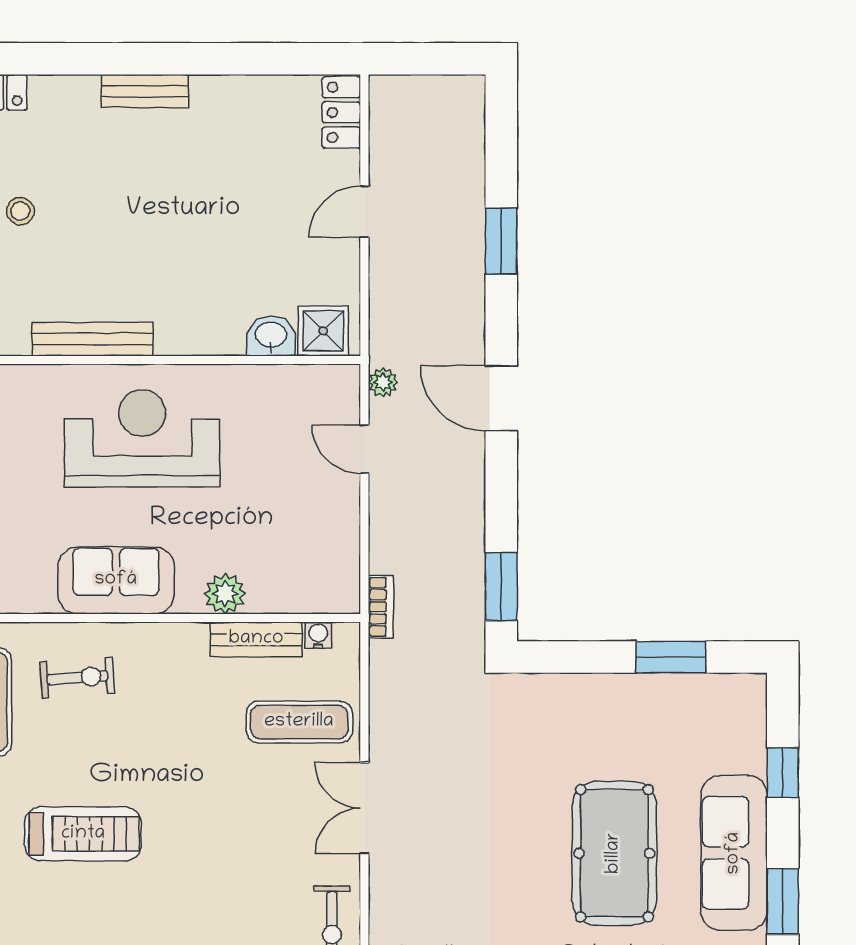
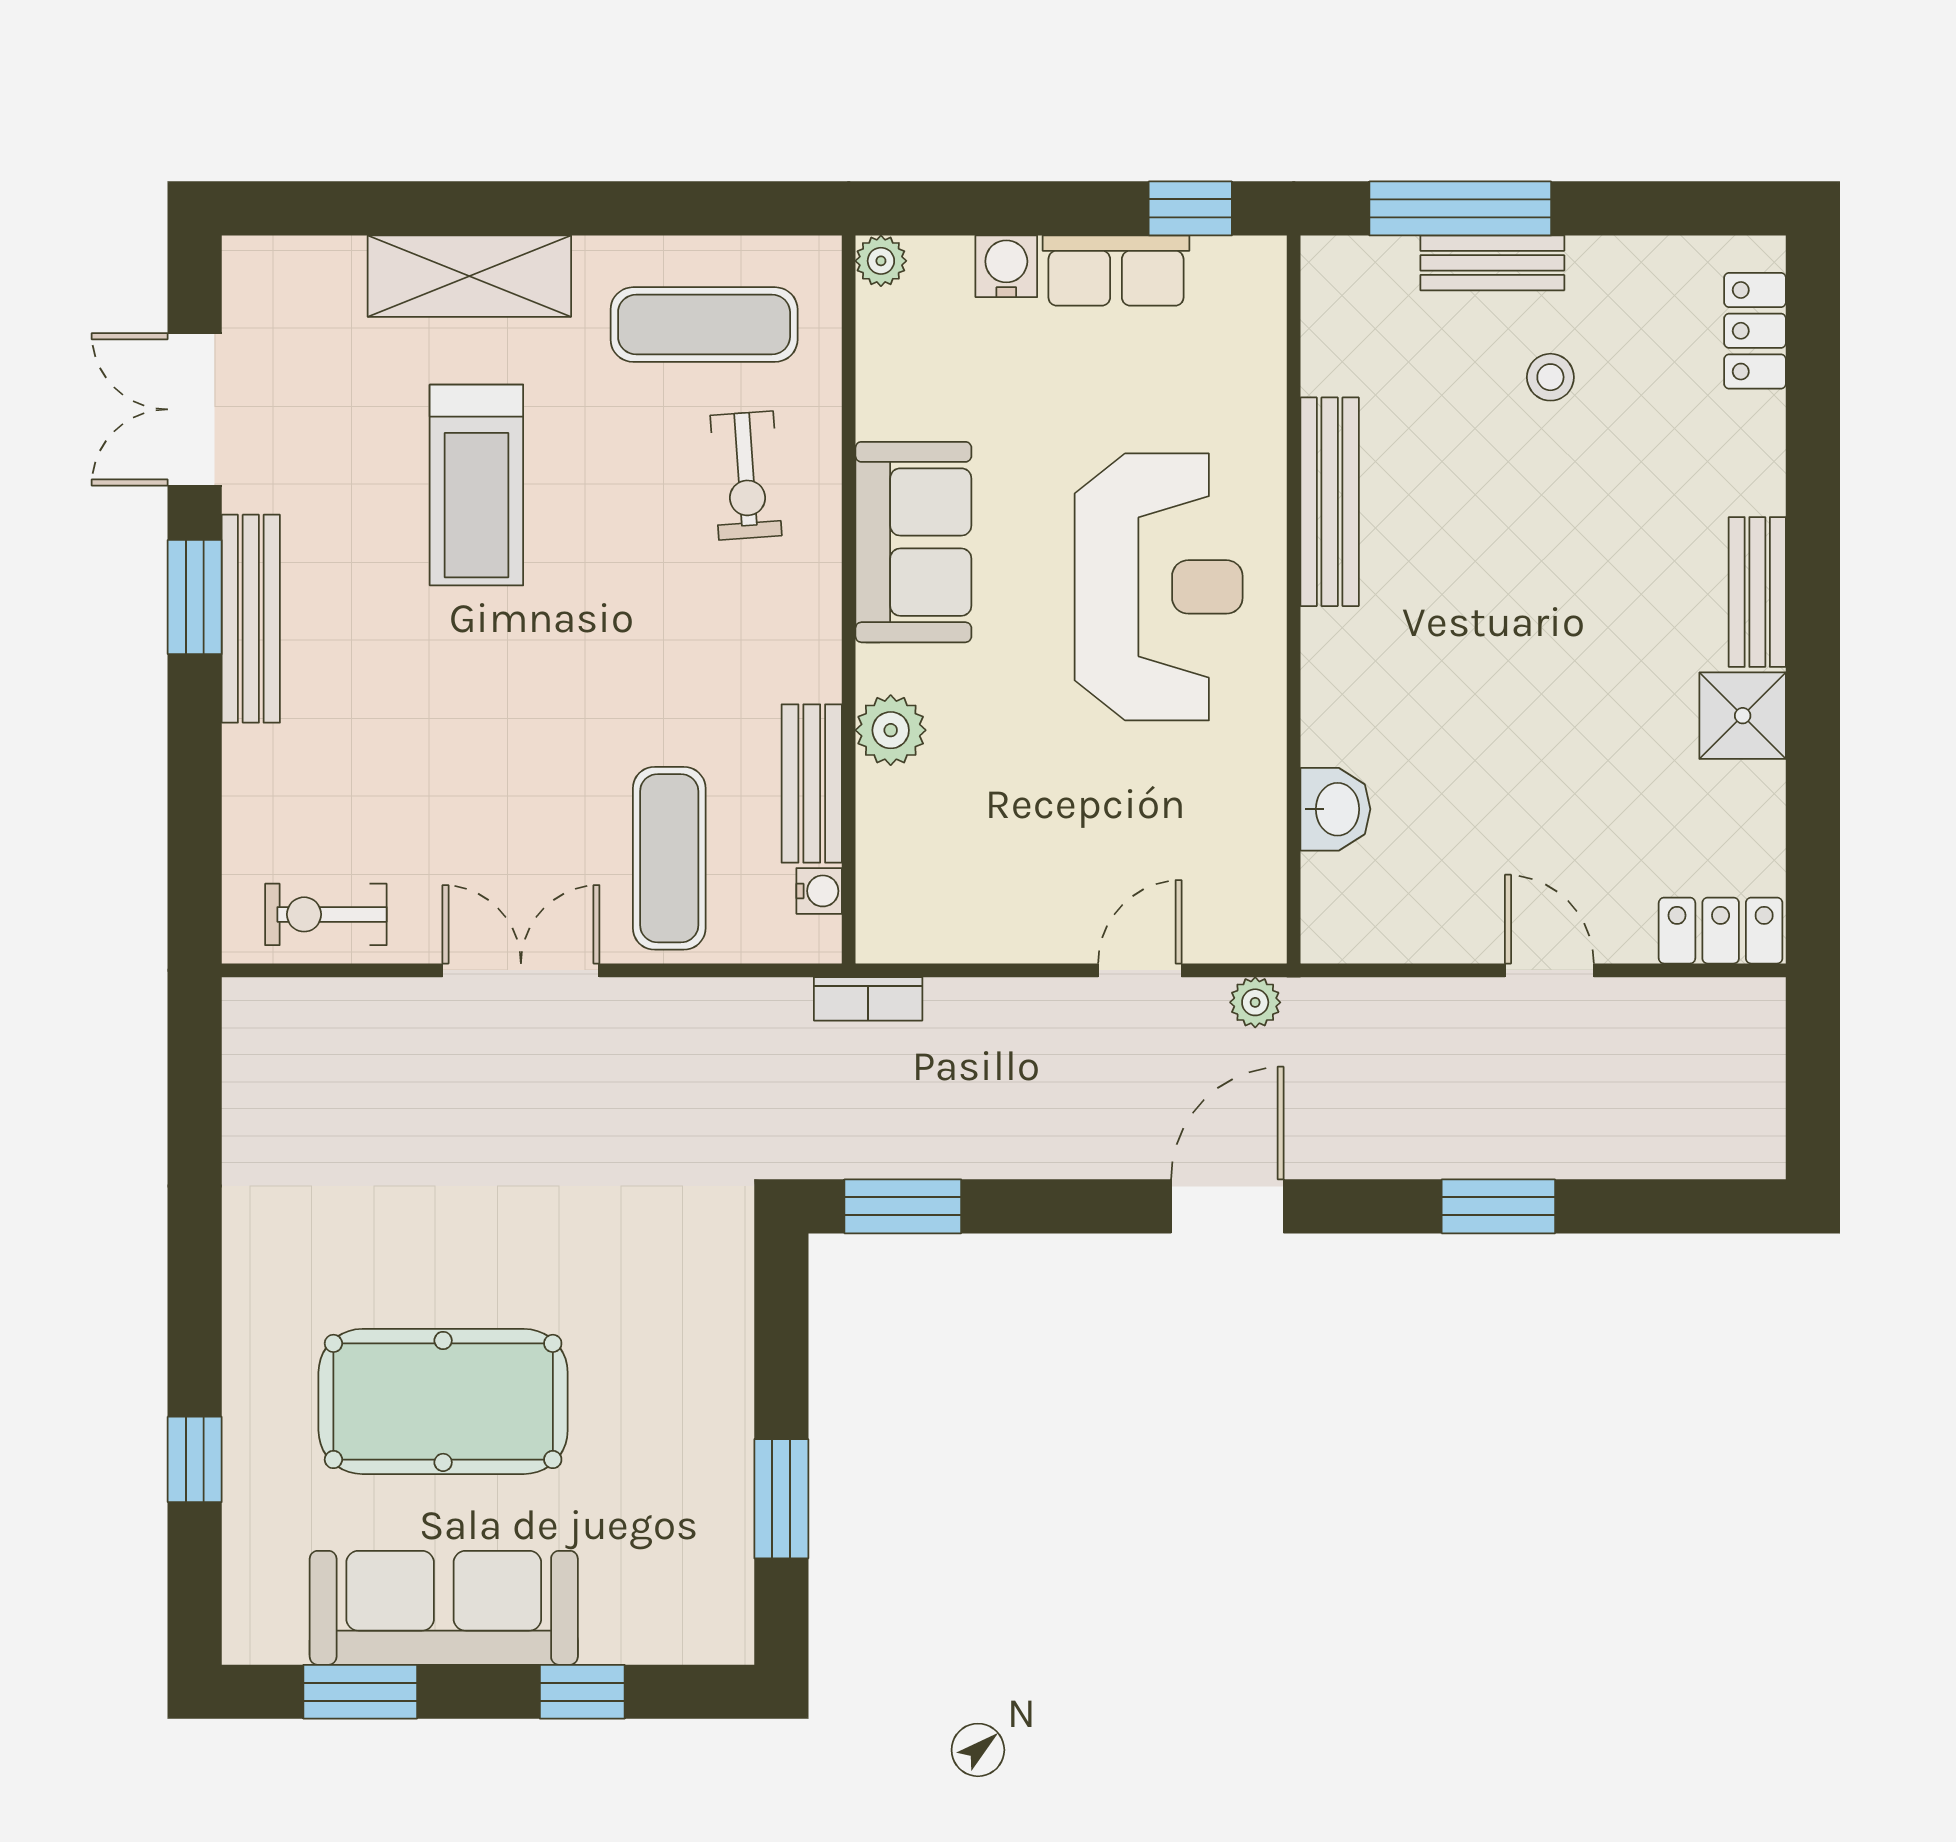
shower: (323, 331) -> (1743, 716), moved

